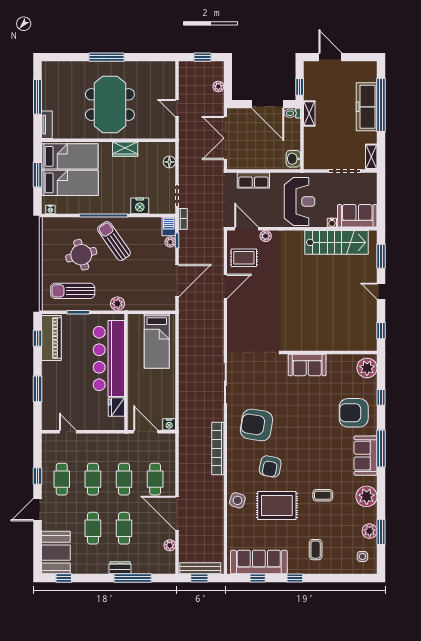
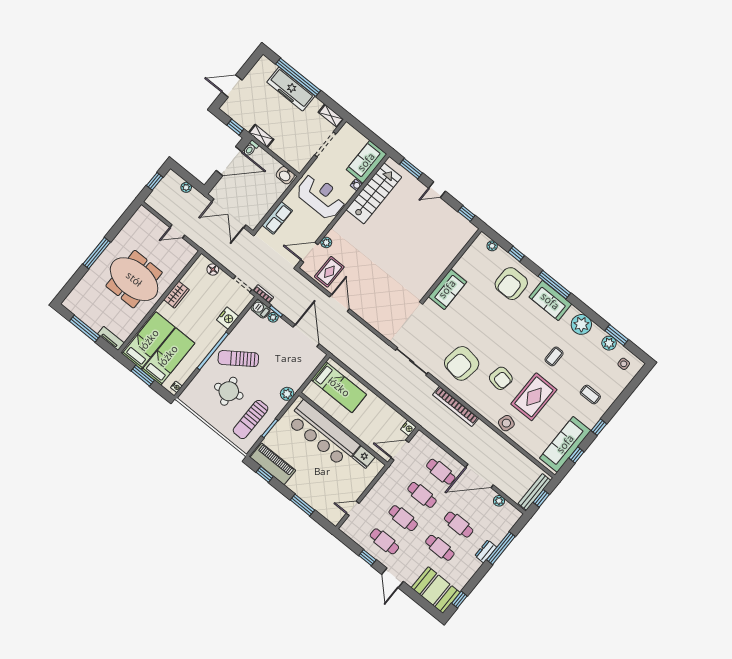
plant: (367, 368) -> (492, 246), width x0.53, depth x0.53

